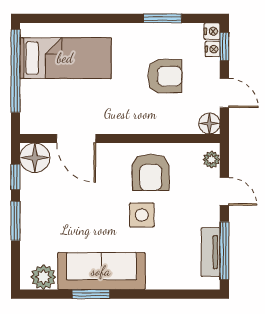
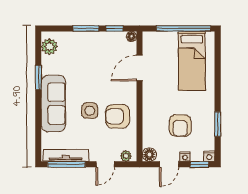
nightstand: (213, 49) -> (185, 157), moved
floor lamp: (35, 158) -> (132, 36), width x0.53, depth x0.53
tv unit: (211, 252) -> (66, 155), width x1.41
sofa: (101, 271) -> (53, 104), moved

